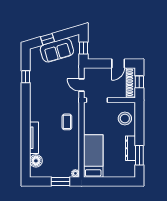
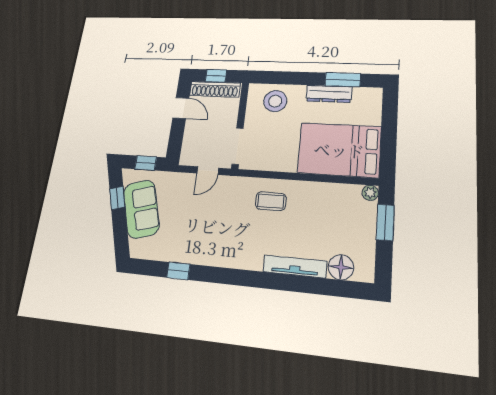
window: (47, 39) -> (117, 198), moved
bed: (93, 156) -> (339, 150), width x1.50

